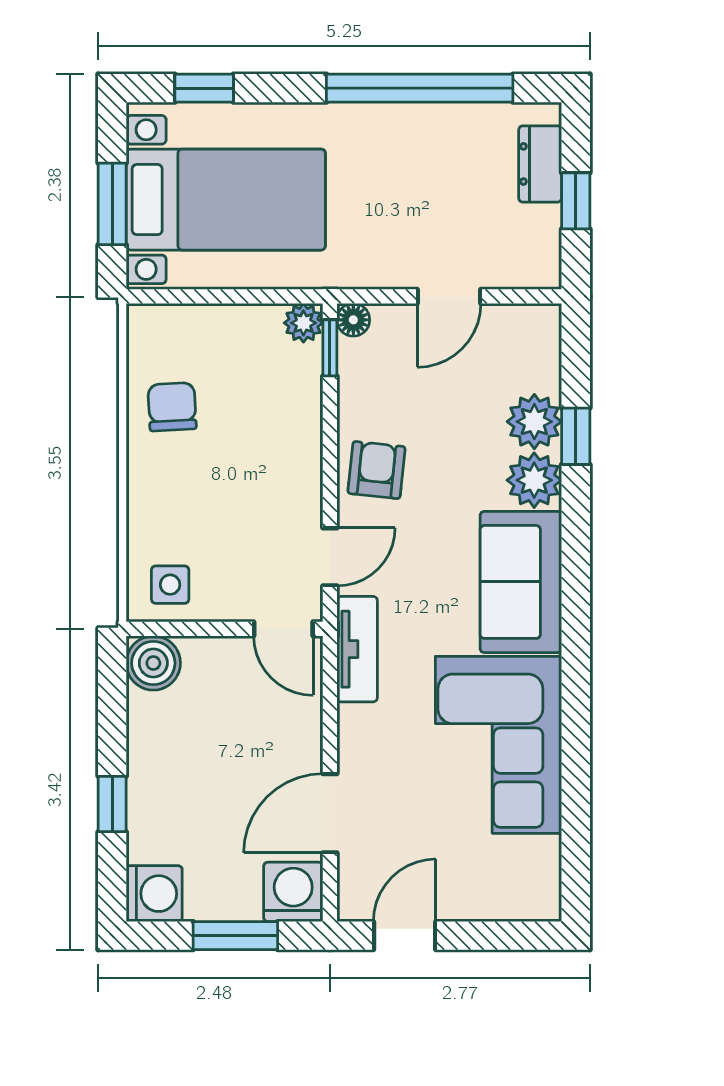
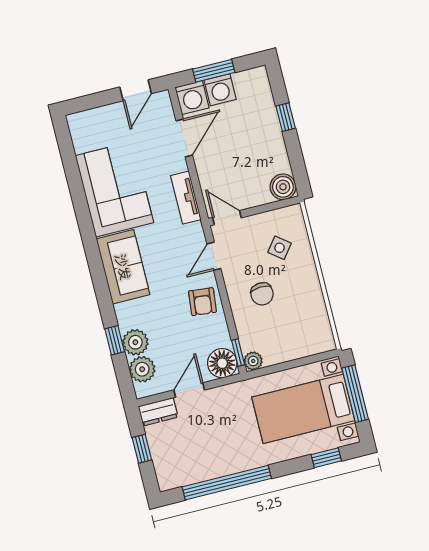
dresser: (540, 164) -> (158, 412), moved, turned 90
window: (112, 204) -> (355, 394), width x1.44
floor lamp: (353, 320) -> (222, 363), width x1.89, depth x1.89
chair: (172, 407) -> (262, 294), moved
plant: (534, 480) -> (142, 369), moved
side table: (170, 585) -> (280, 248), moved, turned 38
tv unit: (357, 649) -> (186, 198), moved
washing machine: (154, 894) -> (220, 90), moved, turned -90

